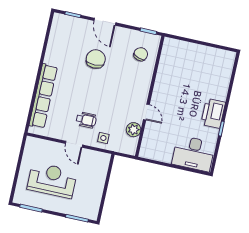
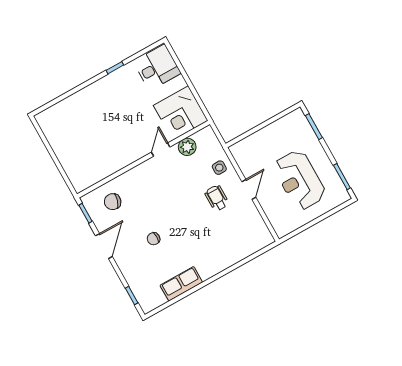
door: (105, 22) -> (104, 246), moved
chair: (96, 59) -> (154, 239), width x0.54, depth x0.54
row of seats: (43, 96) -> (181, 284), moved, width x0.50
printer: (213, 113) -> (108, 88), removed
corner desk: (158, 144) -> (181, 113), added
desk: (193, 153) -> (157, 67), width x0.73

